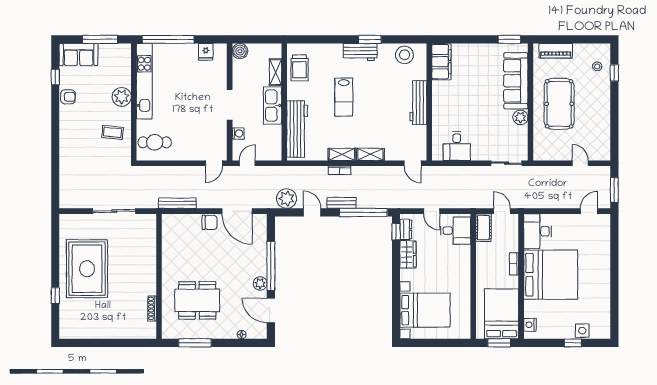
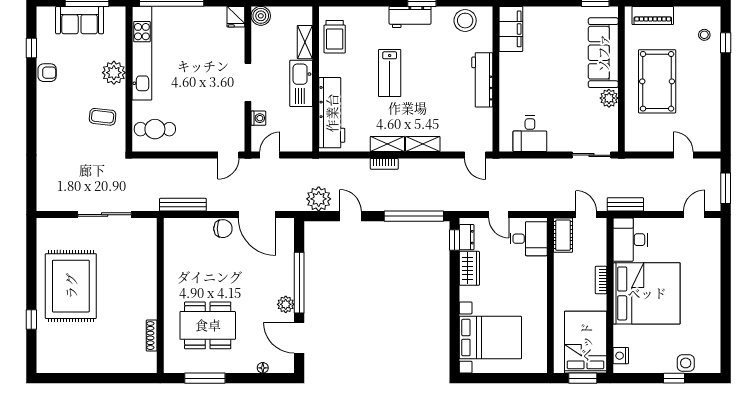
fridge: (206, 52) -> (236, 17), moved
sofa: (79, 55) -> (80, 20), moved
bench: (341, 203) -> (625, 204), moved

